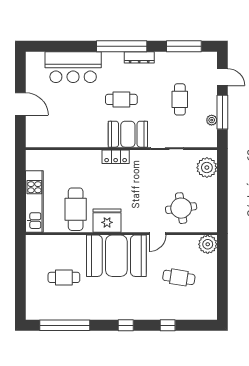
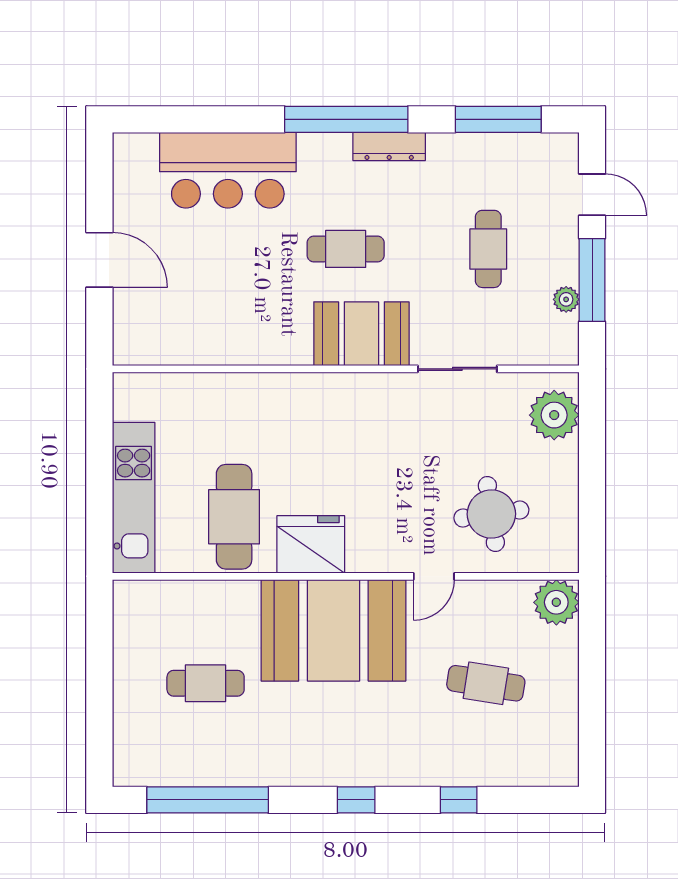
locker: (116, 157) -> (332, 389), removed

